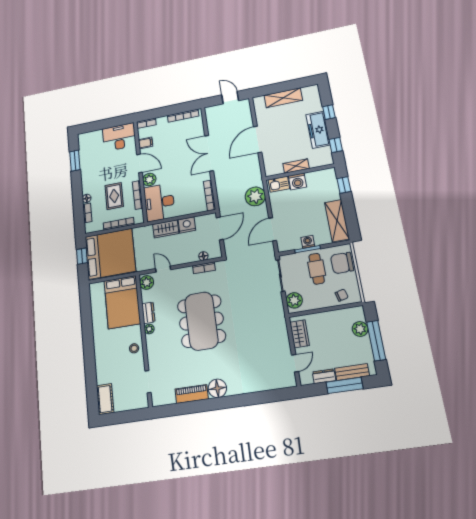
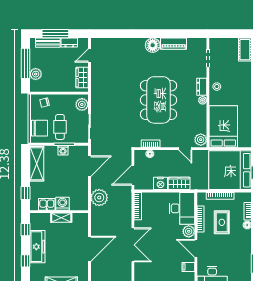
kitchen sink: (279, 184) -> (47, 204), moved
dresser: (148, 313) -> (202, 87), moved

